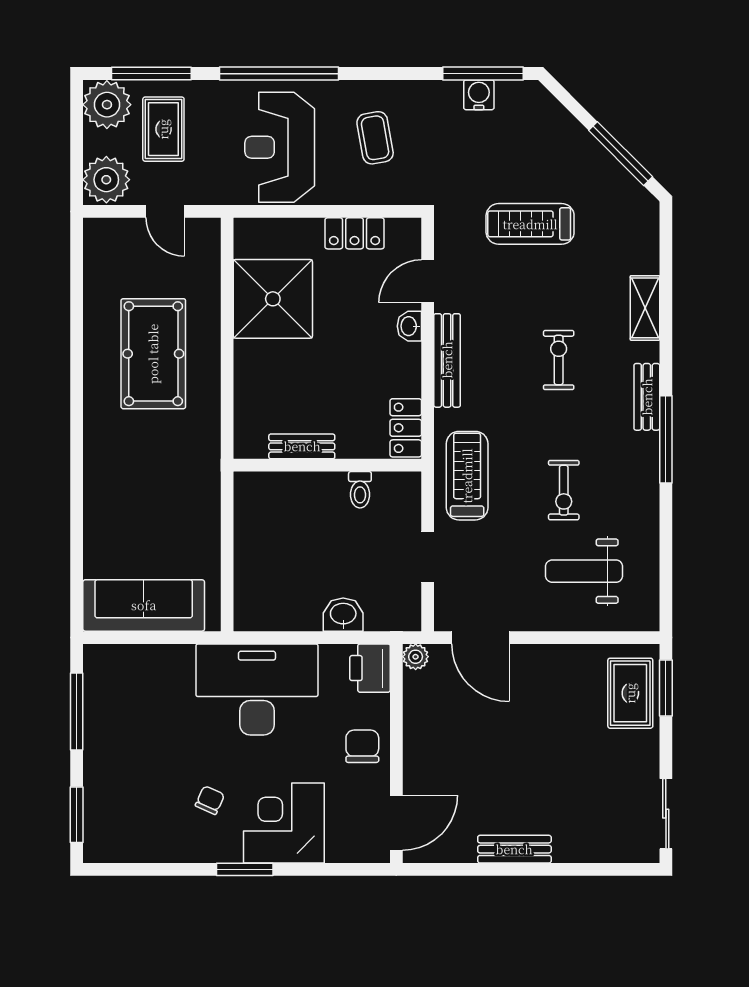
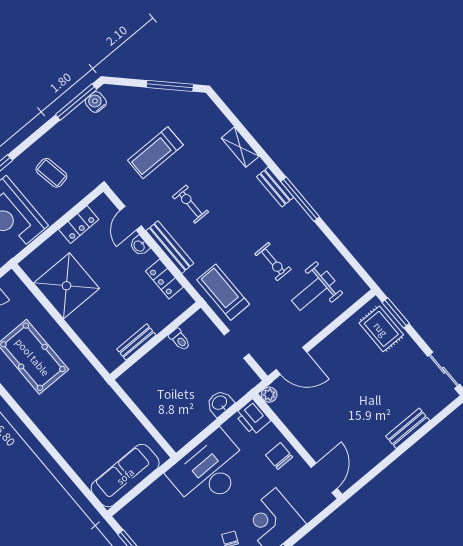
water cooler: (479, 95) -> (96, 102), moved
exercise bike: (559, 360) -> (191, 204), moved
locker: (406, 428) -> (164, 279), moved
bench: (514, 849) -> (408, 428), moved

